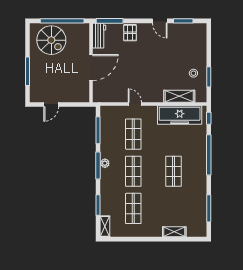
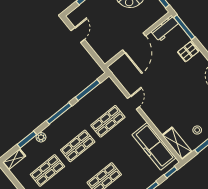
door: (91, 67) -> (134, 43), hinge flipped
shelving: (179, 96) -> (177, 143), moved
door: (51, 104) -> (78, 35), swing flipped
plant: (105, 163) -> (41, 137), moved

